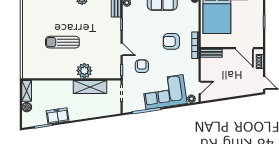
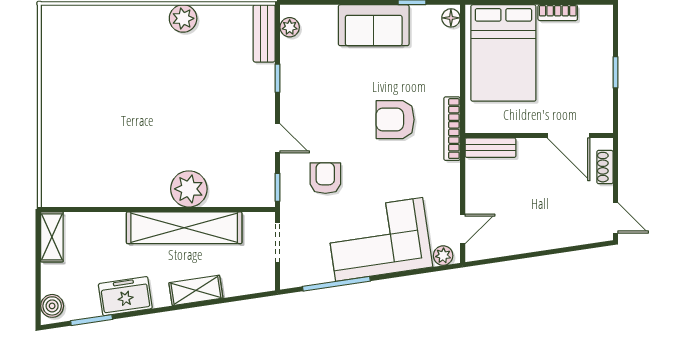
sun lounger: (62, 42) -> (137, 121), removed
shelving: (90, 87) -> (184, 228), width x1.47
boiler: (27, 107) -> (52, 306), moved
shelving: (87, 113) -> (196, 290), added

